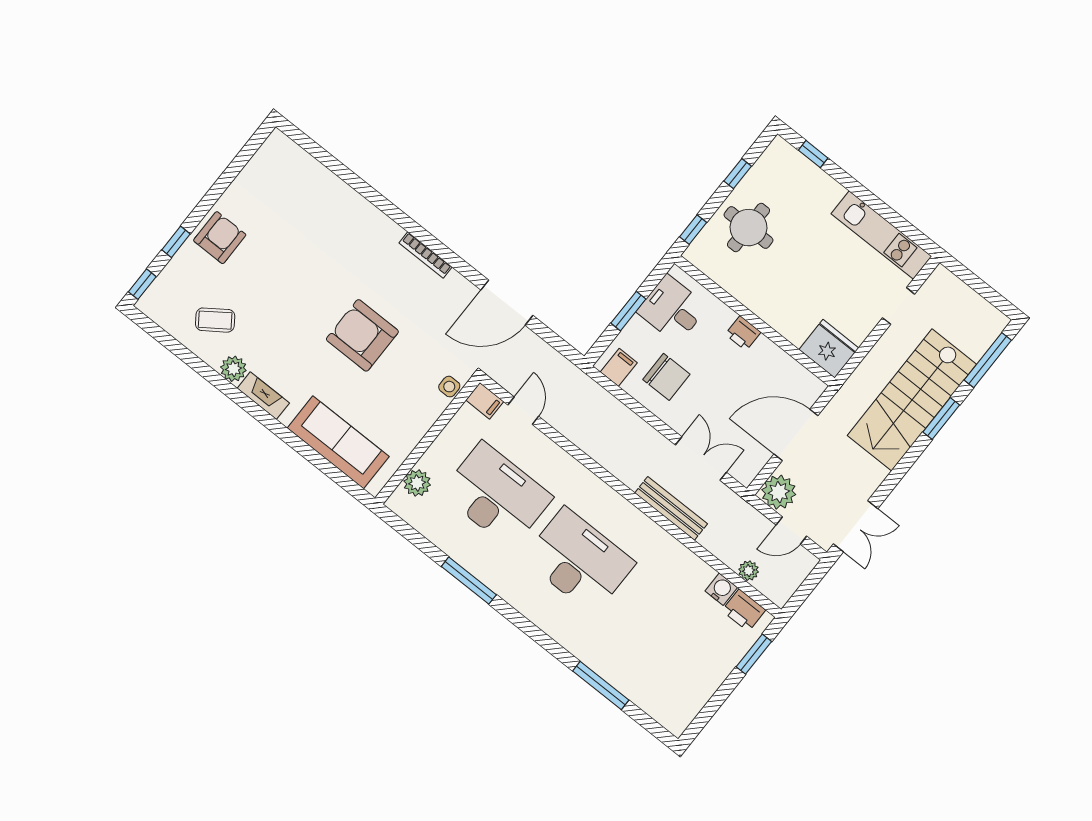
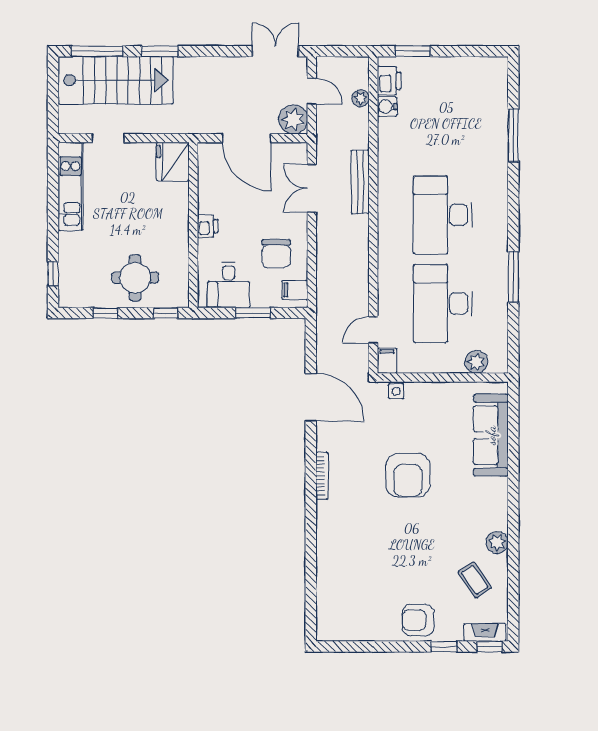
chair: (666, 377) -> (276, 254), turned 180
fireplace: (263, 396) -> (485, 632), moved, turned 90
stairs: (912, 400) -> (116, 80), moved

